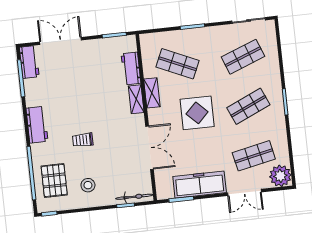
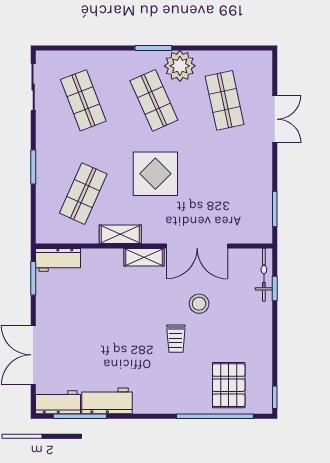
workbench: (131, 69) -> (58, 260), moved
shelving: (136, 99) -> (144, 257), moved
workbench: (37, 125) -> (107, 401), moved
double door: (150, 148) -> (197, 246), swing flipped
plant: (280, 176) -> (180, 66), moved
pallet: (54, 180) -> (229, 385), turned 90
stool: (88, 185) -> (199, 304), moved
freezer: (200, 185) -> (257, 181), removed

